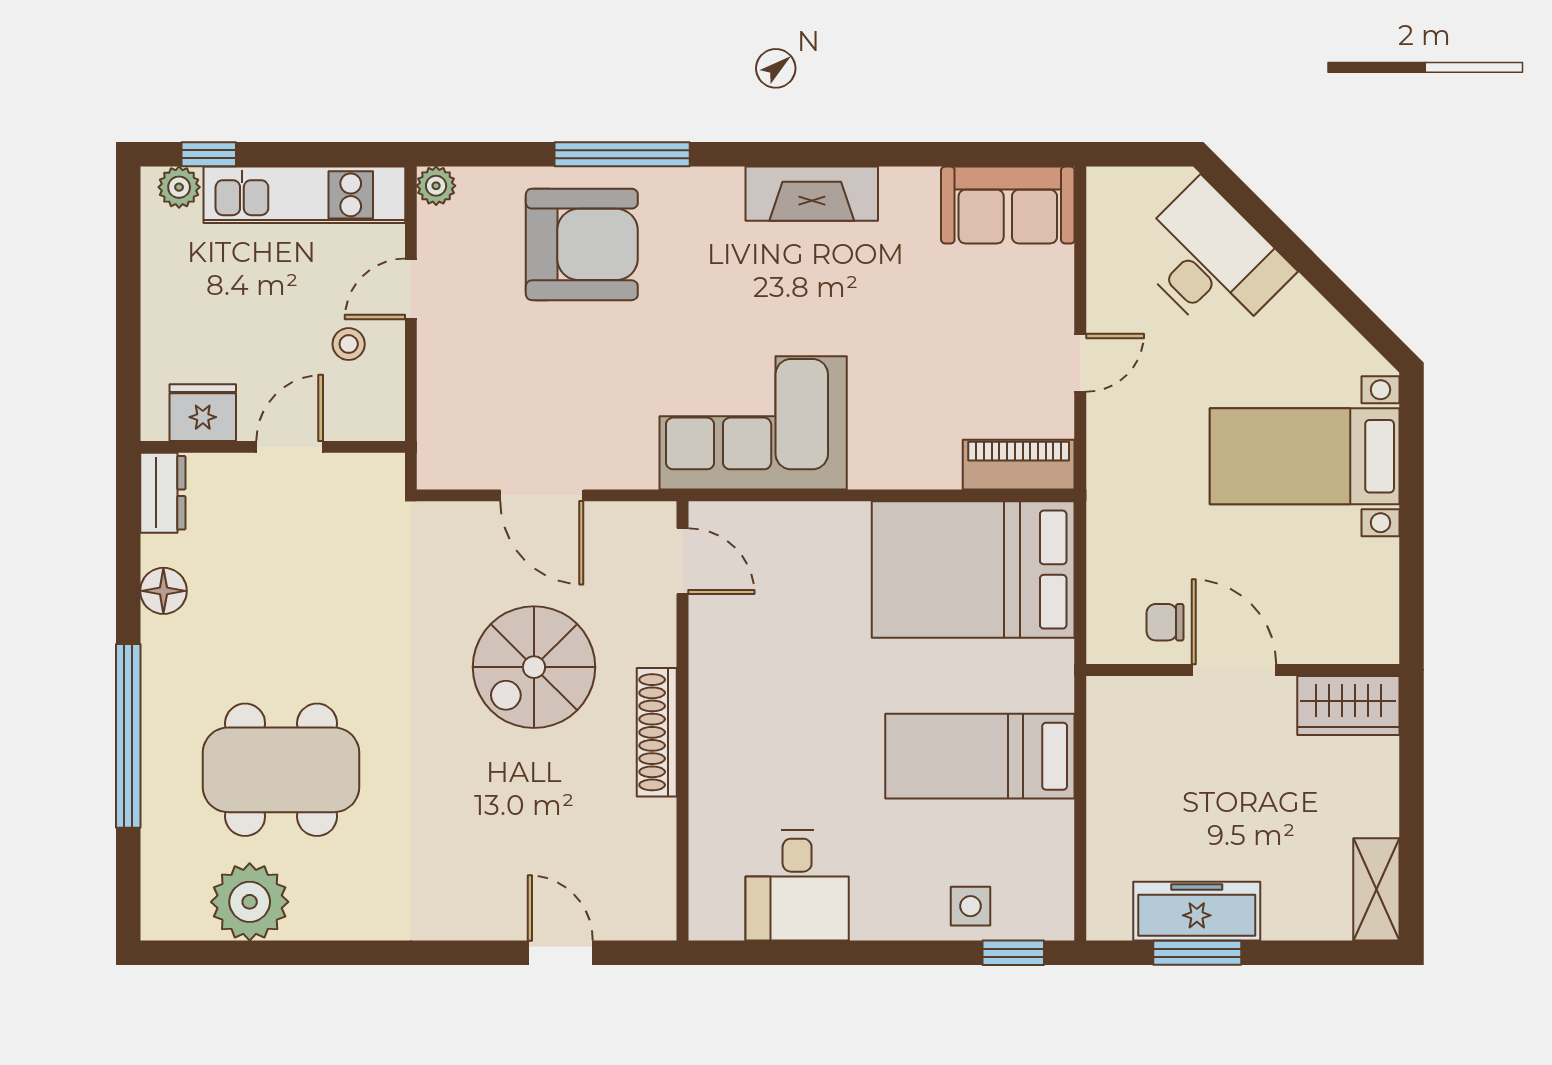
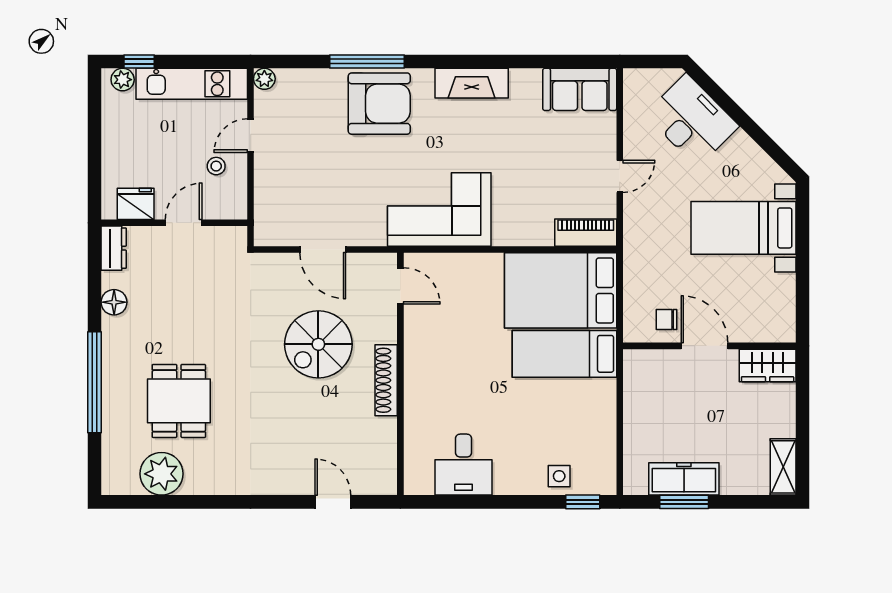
armchair: (582, 244) -> (379, 104), moved
bed: (980, 756) -> (564, 354), moved
dining table: (281, 770) -> (179, 401), width x0.73

